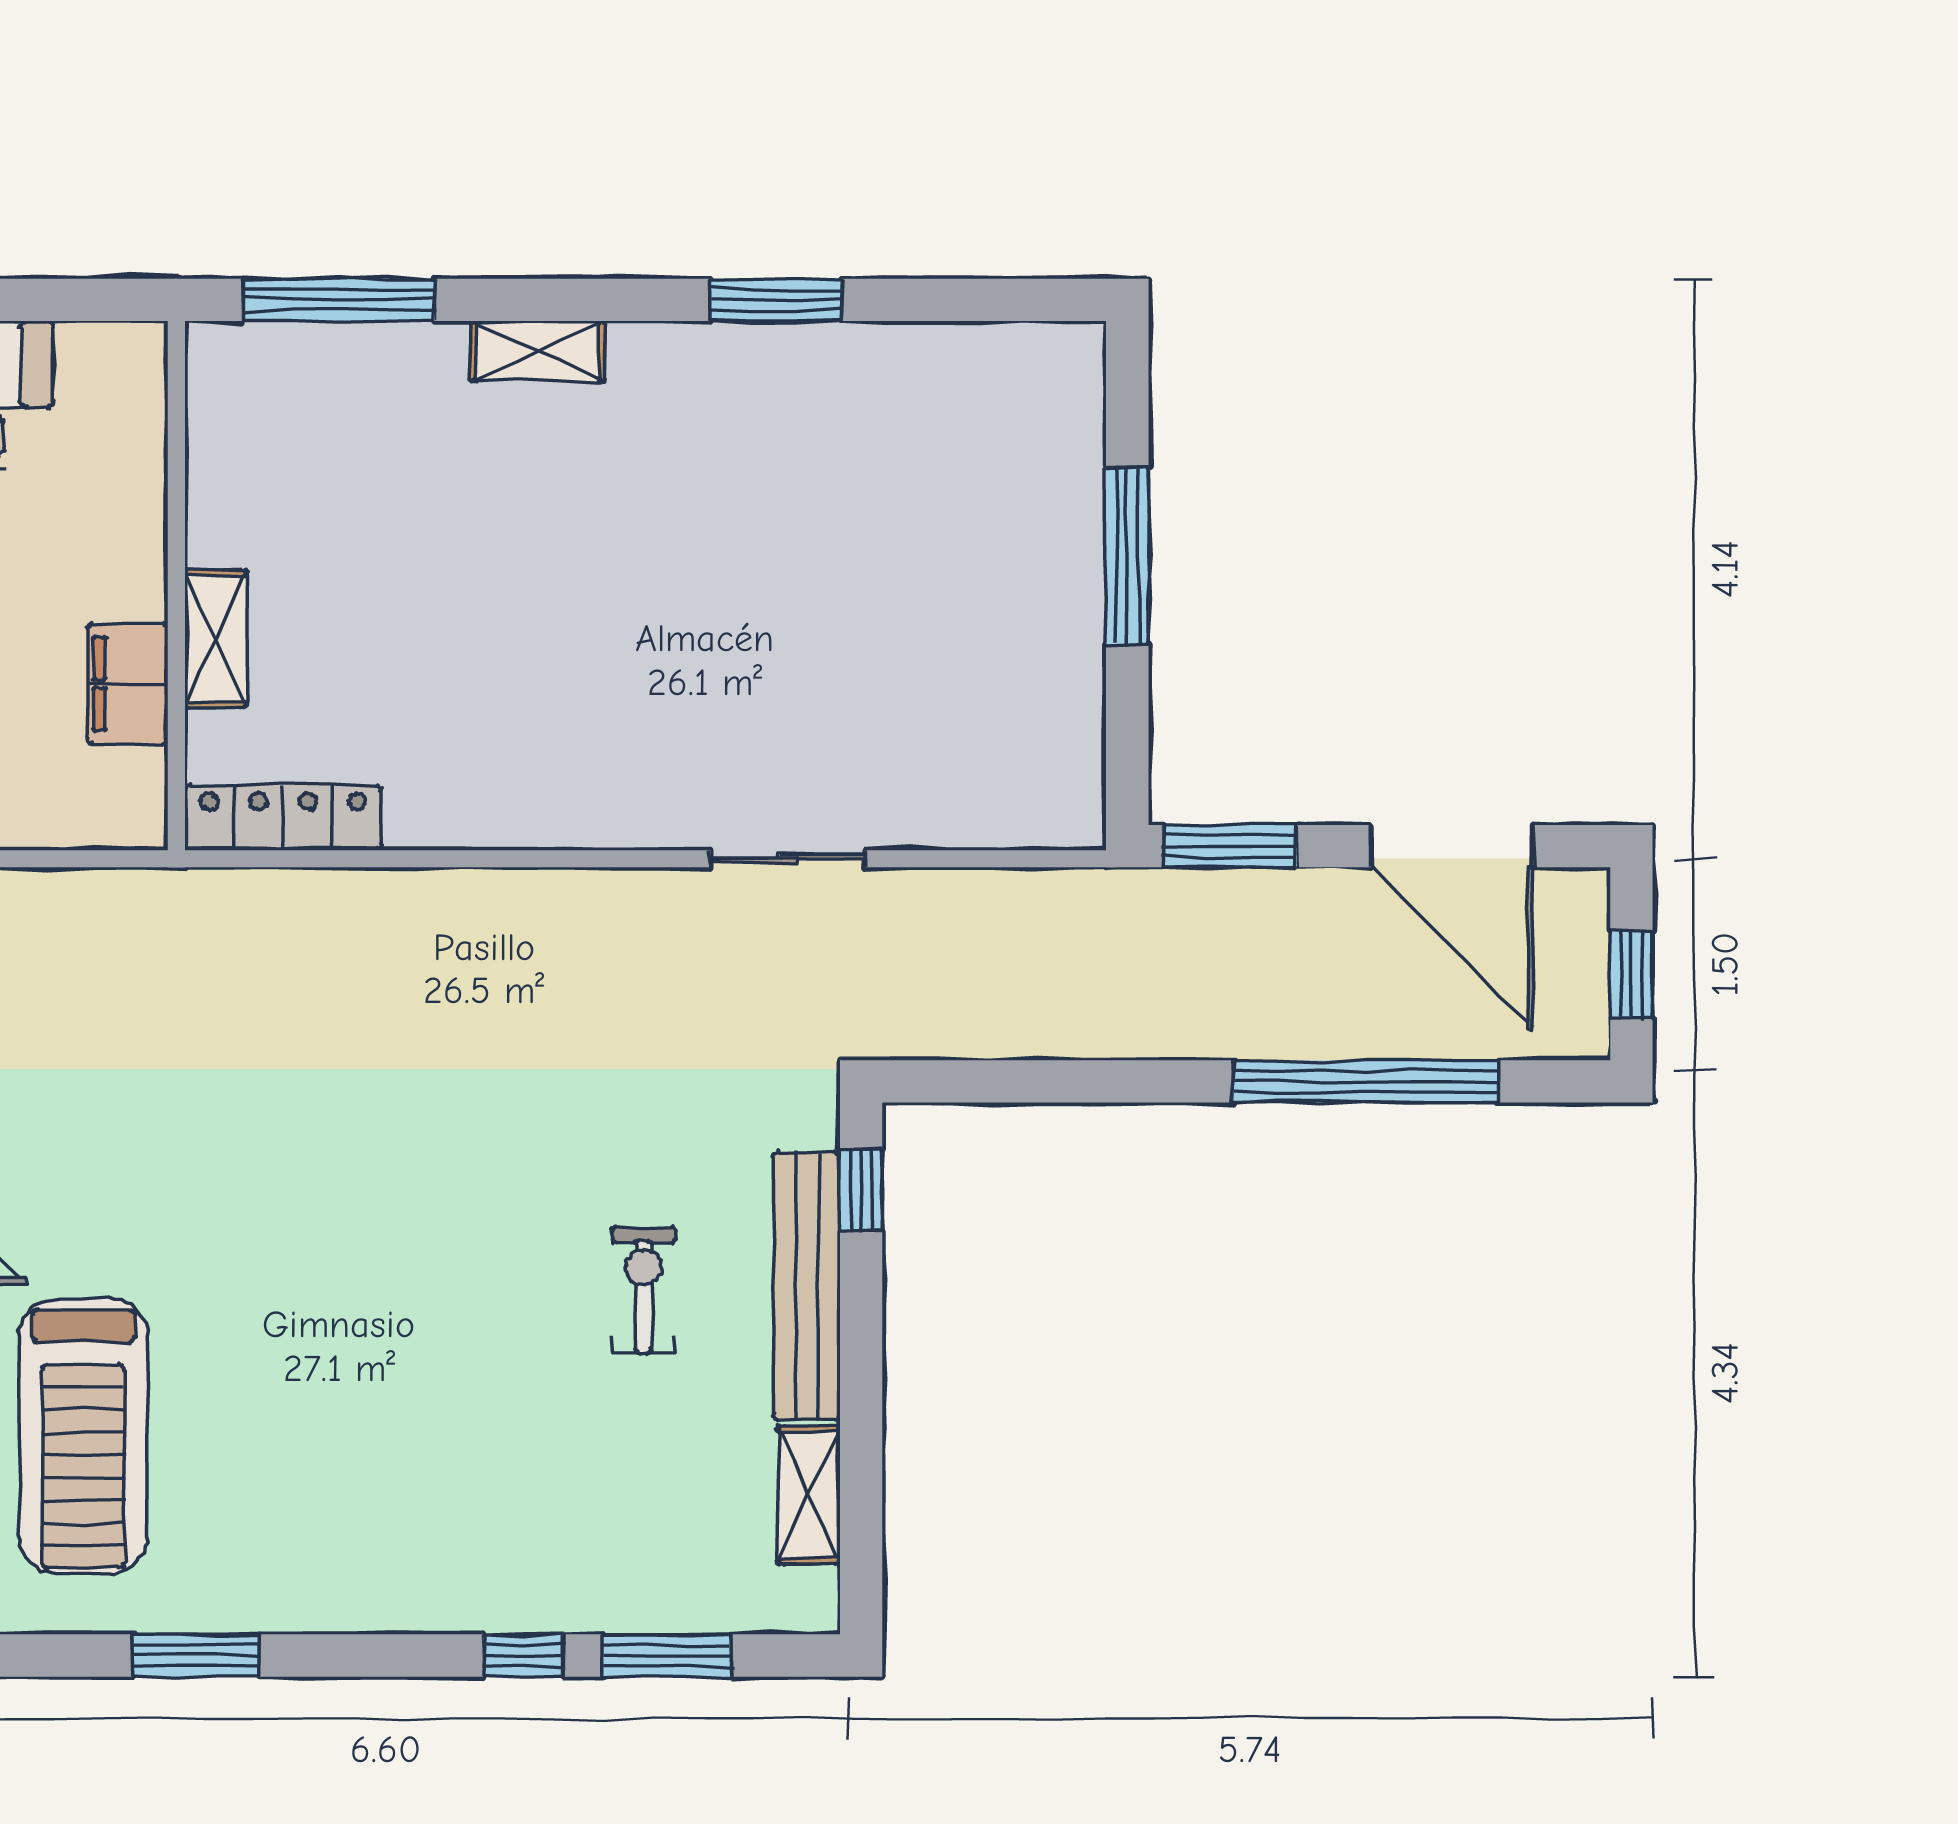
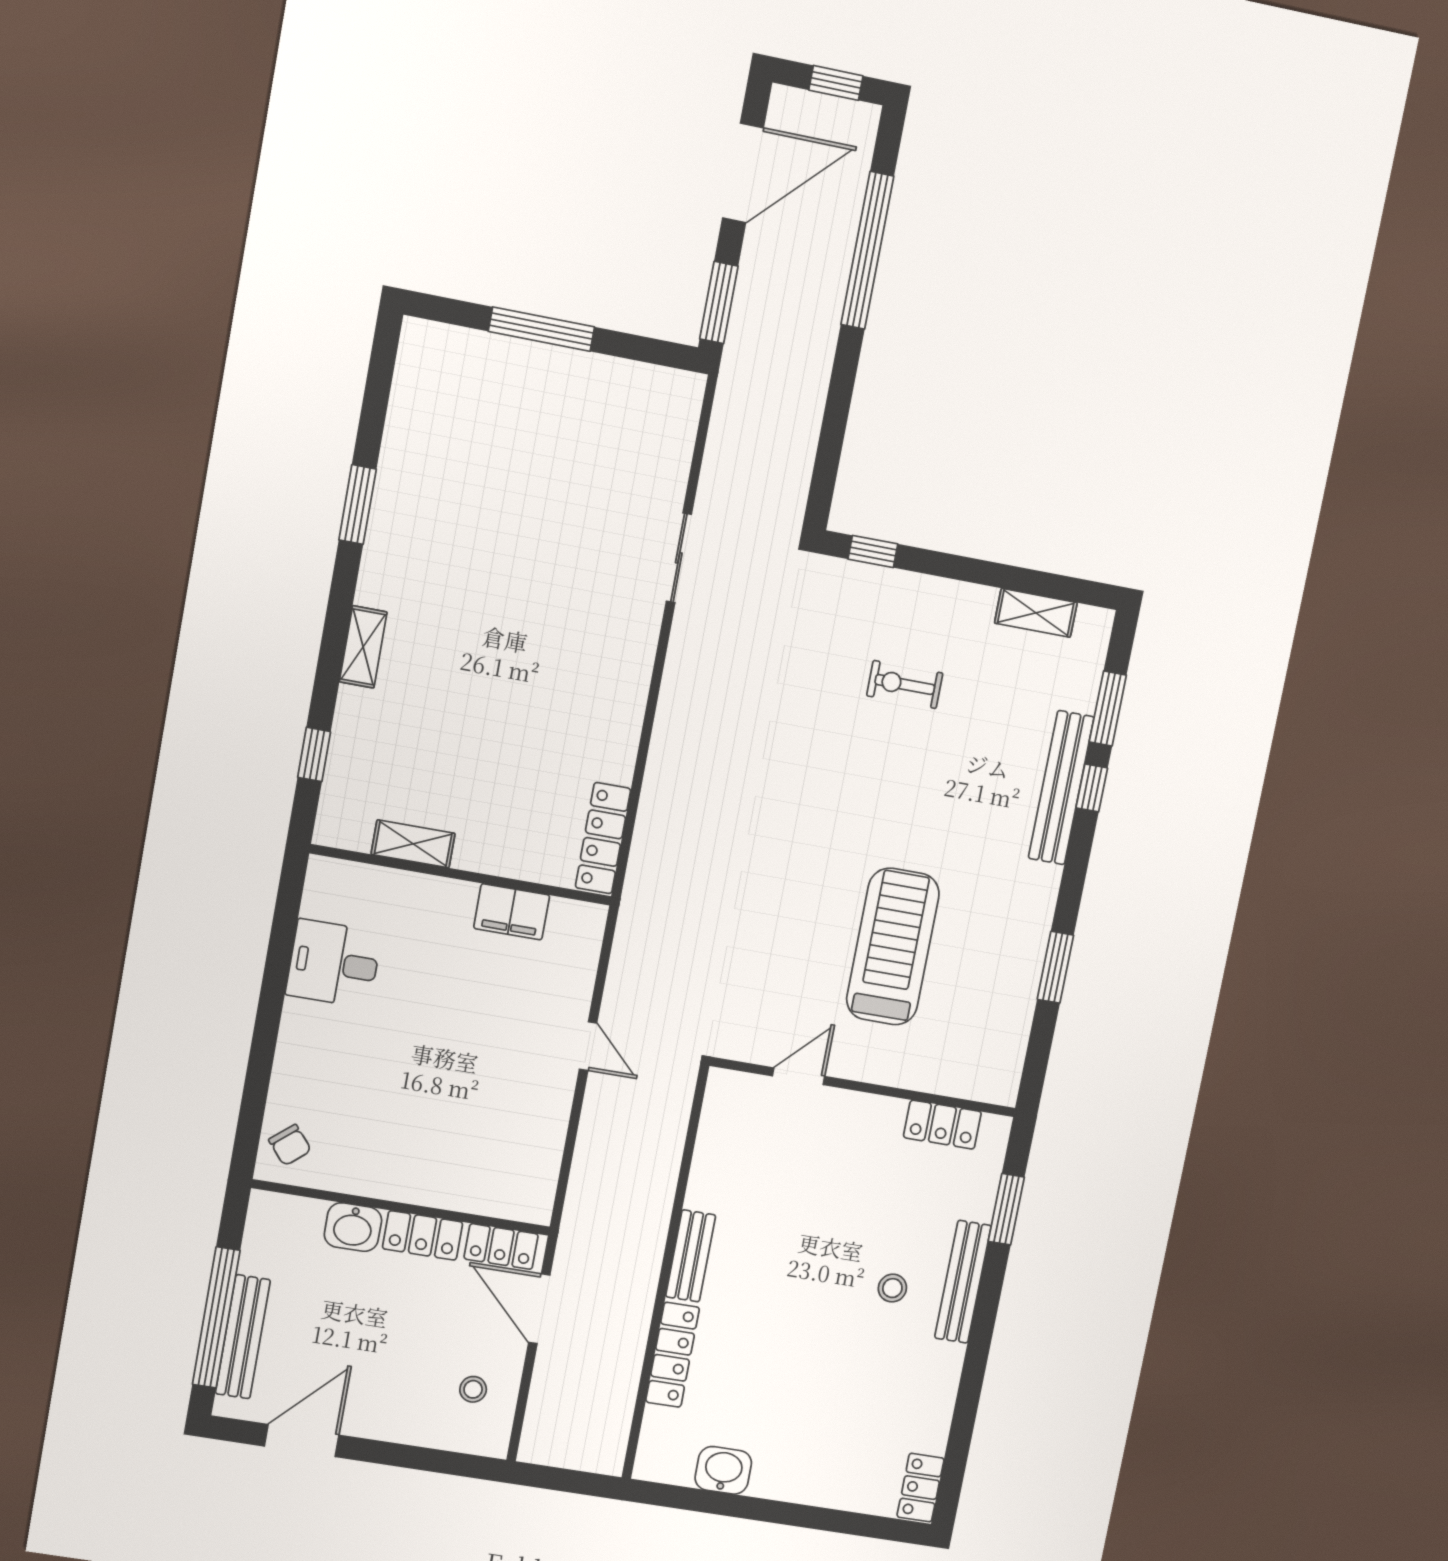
window: (339, 300) -> (314, 754), width x0.46
shelving: (216, 639) -> (413, 844), moved
bench: (807, 1286) -> (1061, 788), moved, turned 90
treadmill: (83, 1436) -> (893, 947), moved, turned -90

